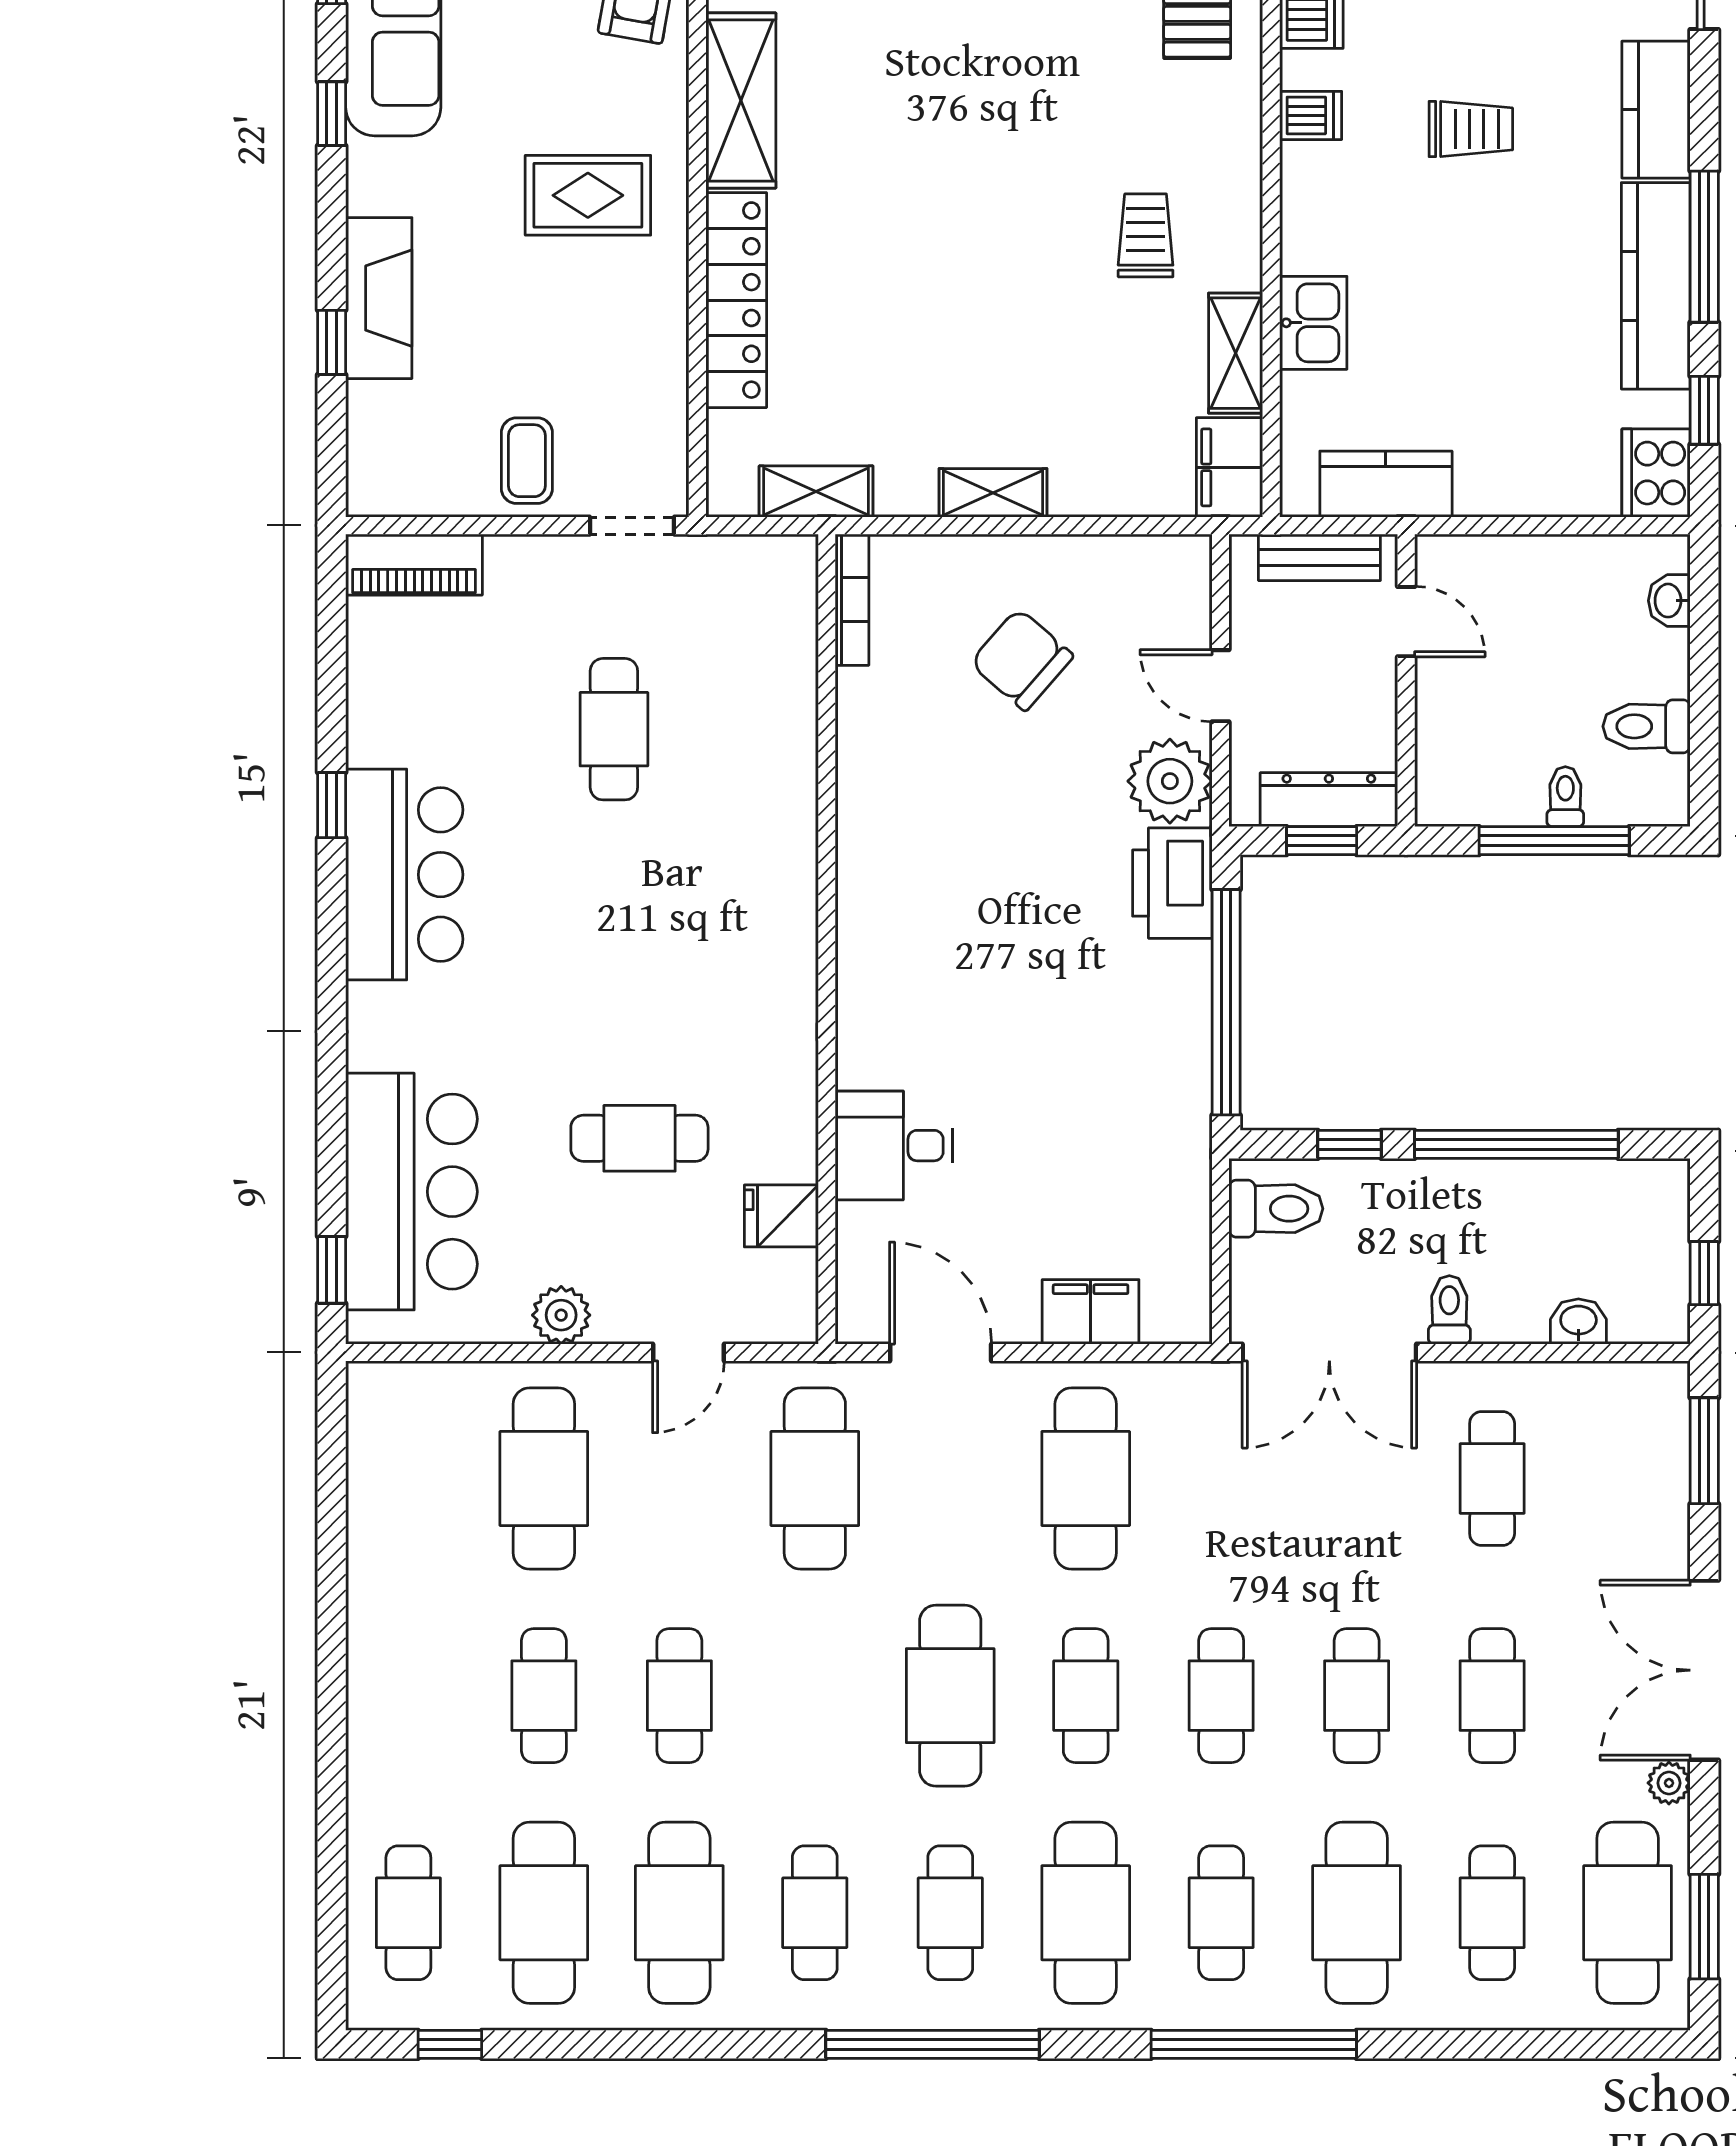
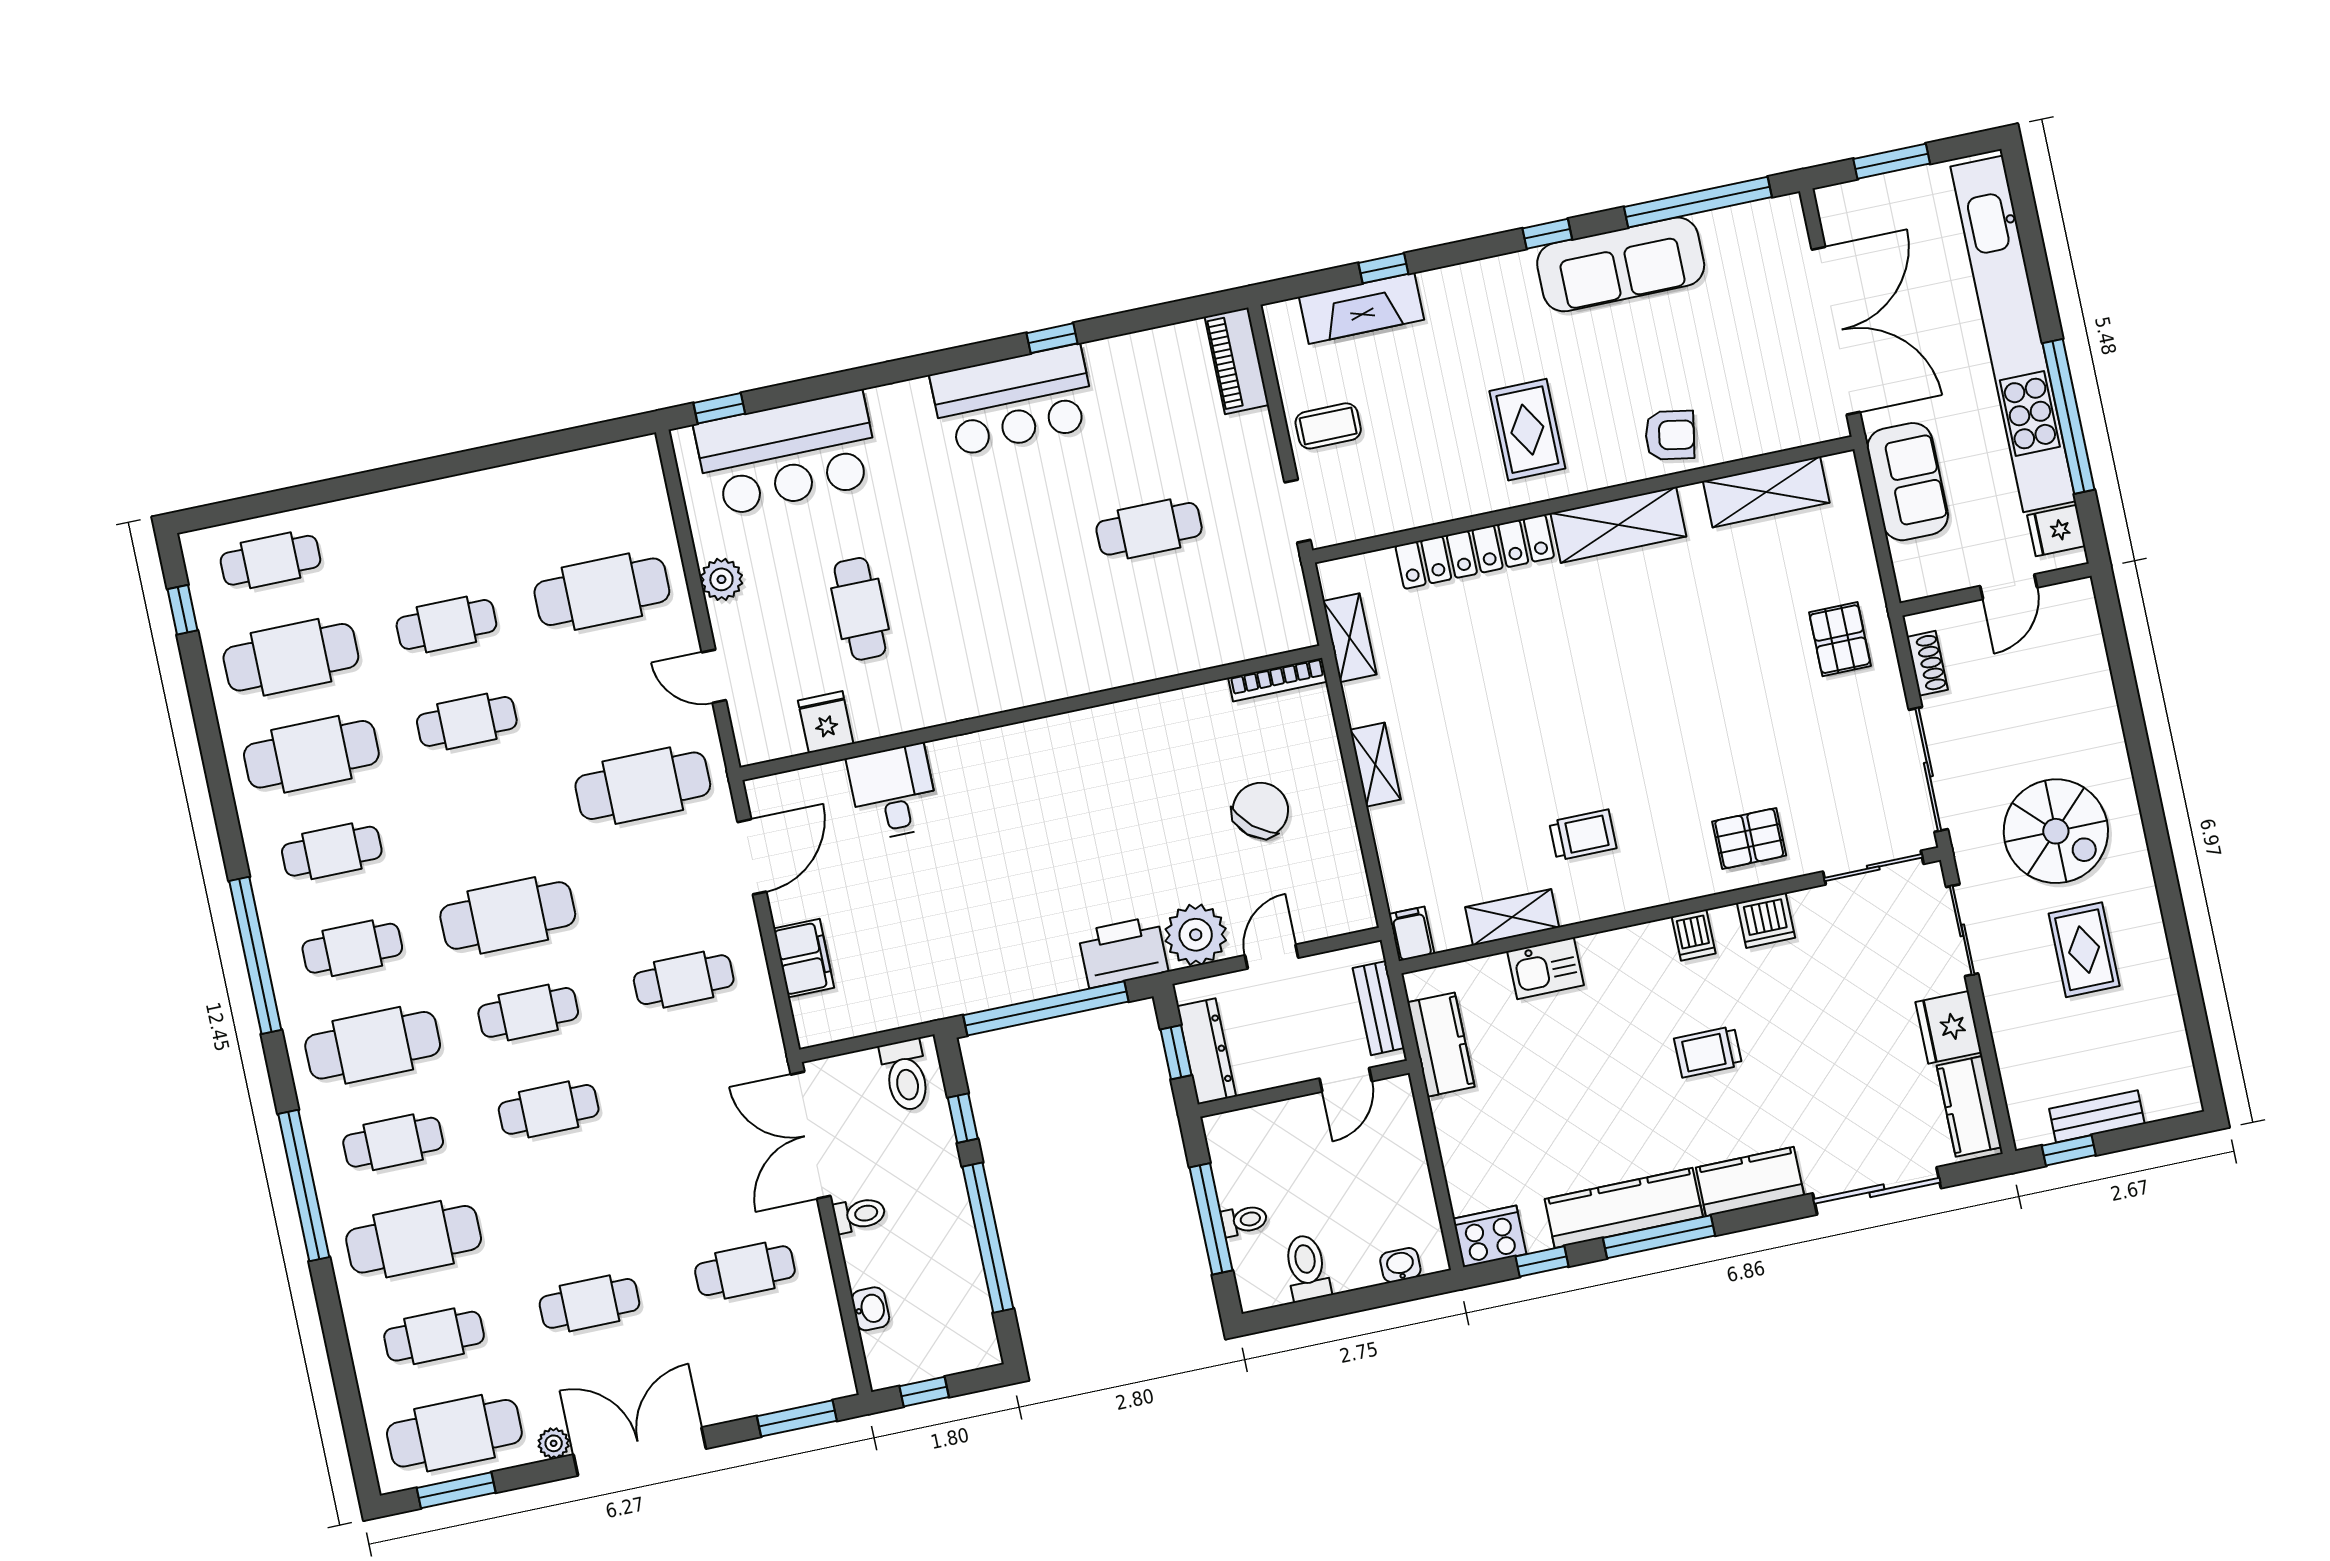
trolley: (1471, 129) -> (1708, 1052), turned 90
fireplace: (379, 298) -> (1361, 308), moved
filing cabinet: (1230, 467) -> (1412, 934), width x0.50
cafe table: (1086, 1478) -> (684, 980), width x0.73, depth x0.74
cafe table: (1357, 1696) -> (569, 1206), removed

